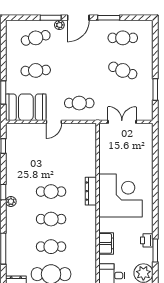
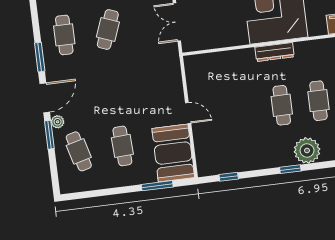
door: (78, 18) -> (45, 98), hinge flipped
cafe table: (79, 103) -> (159, 82), removed
plant: (11, 202) -> (307, 150), width x1.87, depth x1.87

